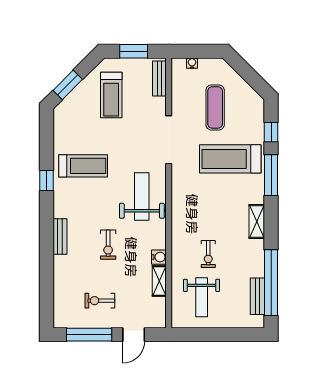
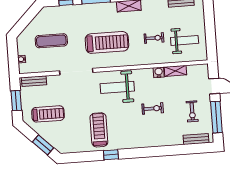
treadmill: (230, 159) -> (107, 42), moved, turned -90
bench: (60, 236) -> (196, 139), moved

